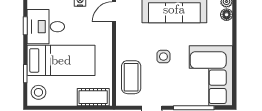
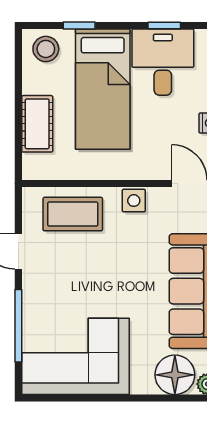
floor lamp: (227, 15) -> (175, 375), width x1.89, depth x1.89
side table: (163, 57) -> (134, 201), moved
cot: (93, 97) -> (37, 124), moved

